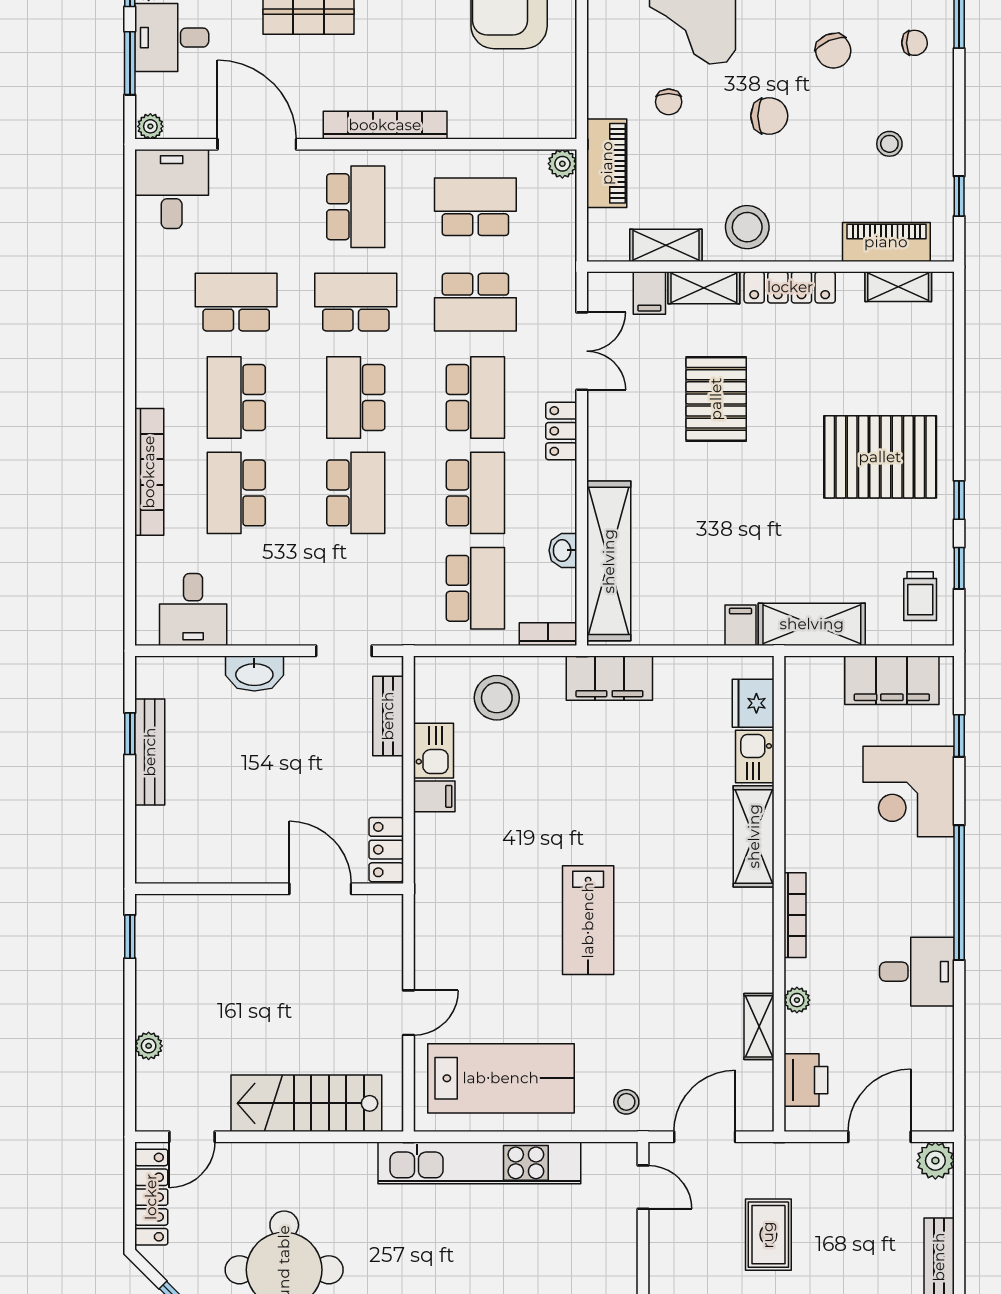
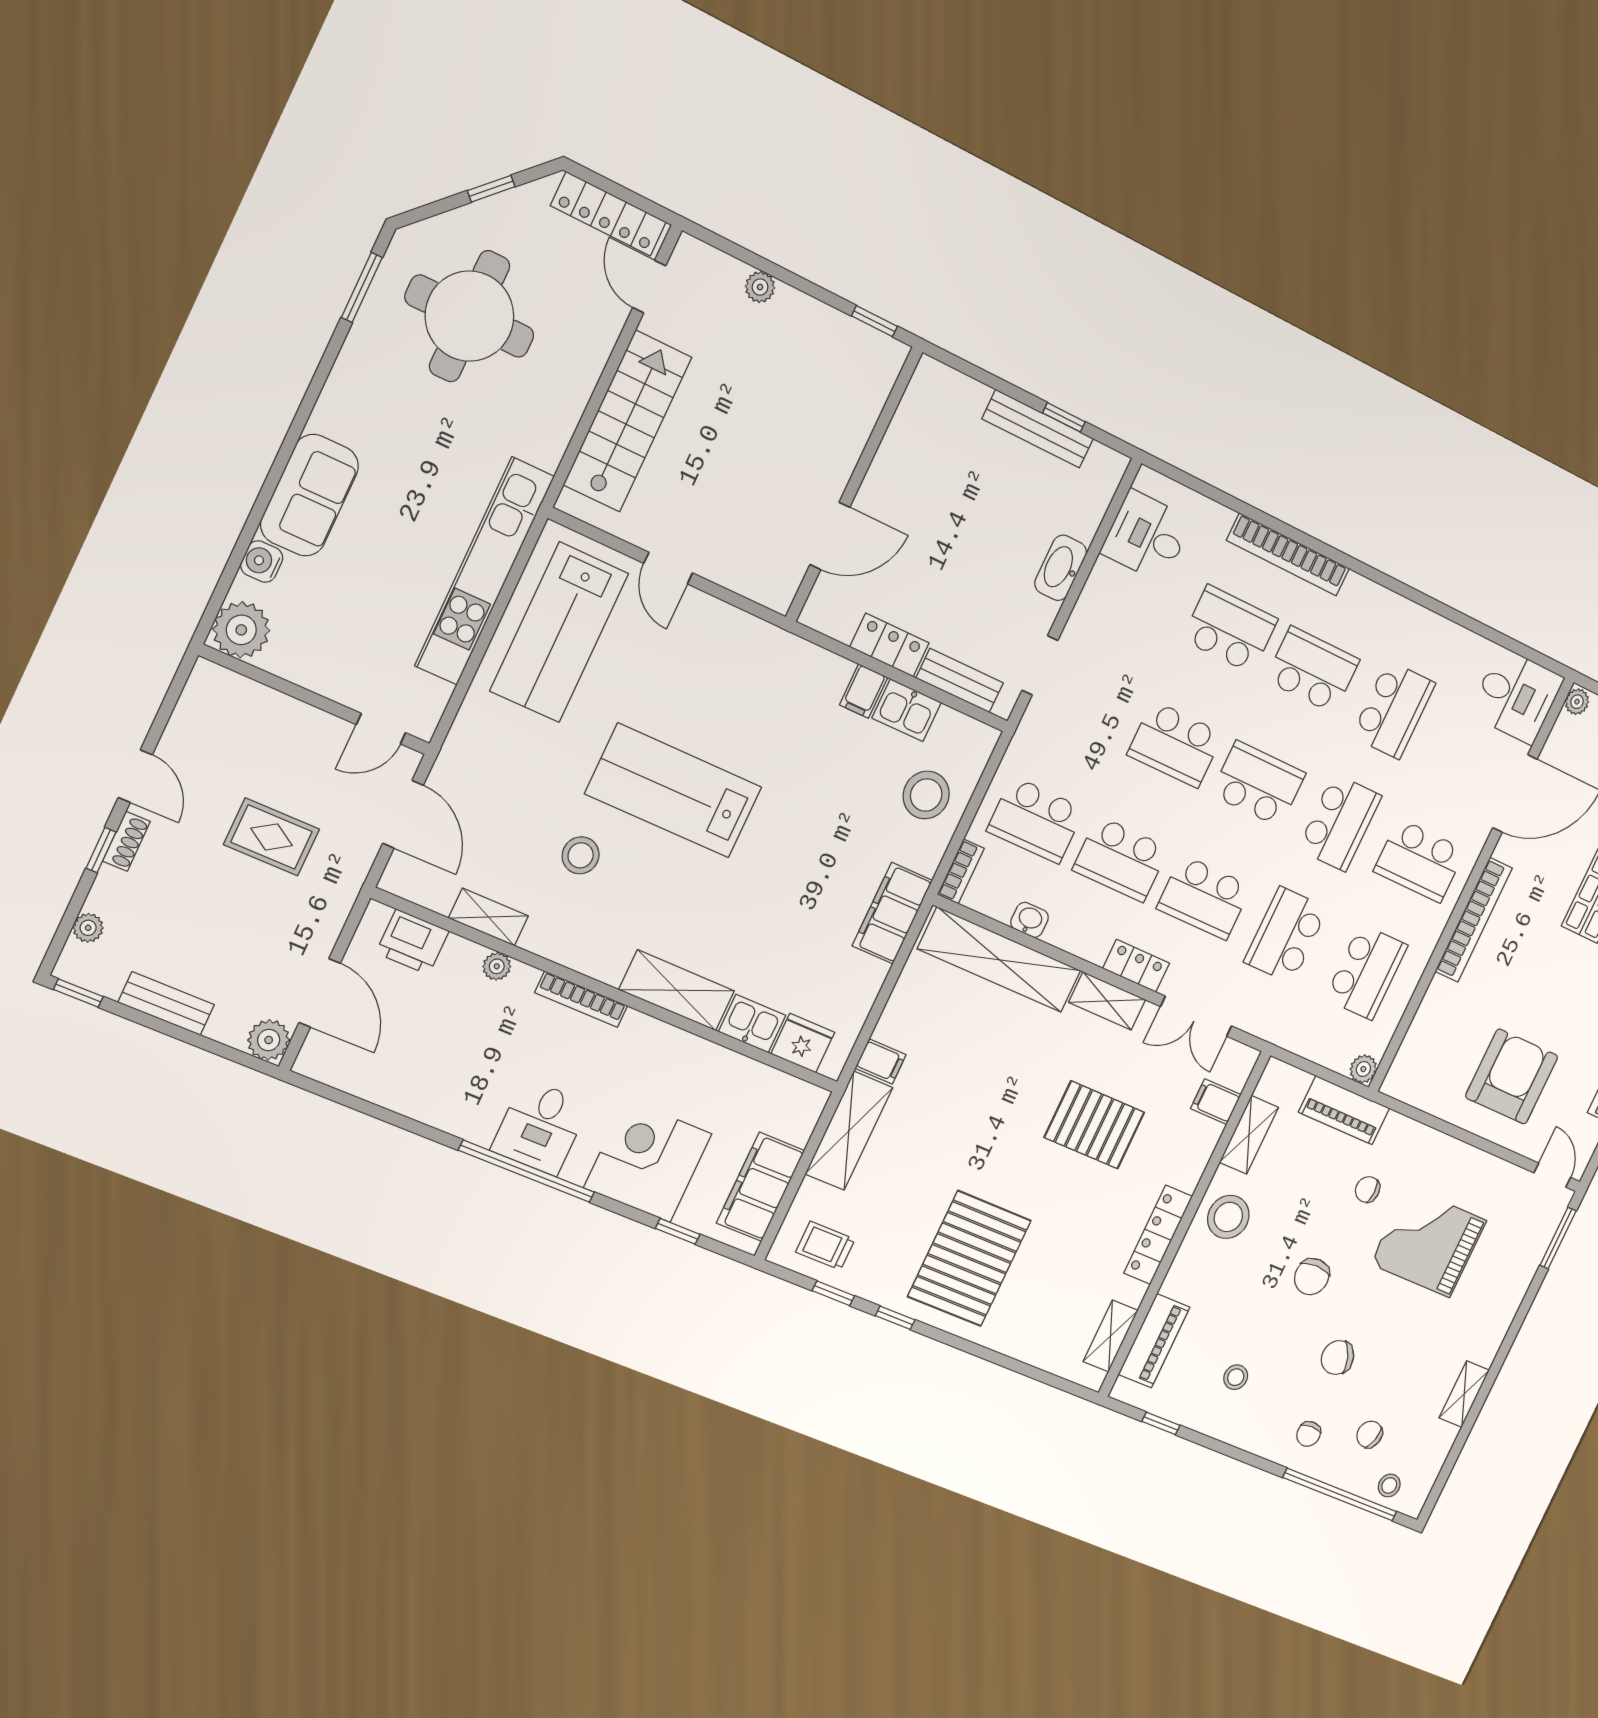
shelving: (704, 288) -> (1107, 1001), moved, turned 90
locker: (386, 850) -> (889, 645), moved
lab bench: (588, 920) -> (673, 791), width x1.36, depth x1.39
desk: (917, 972) -> (540, 1127), moved
stool: (626, 1102) -> (581, 855), moved, width x1.37, depth x1.37

